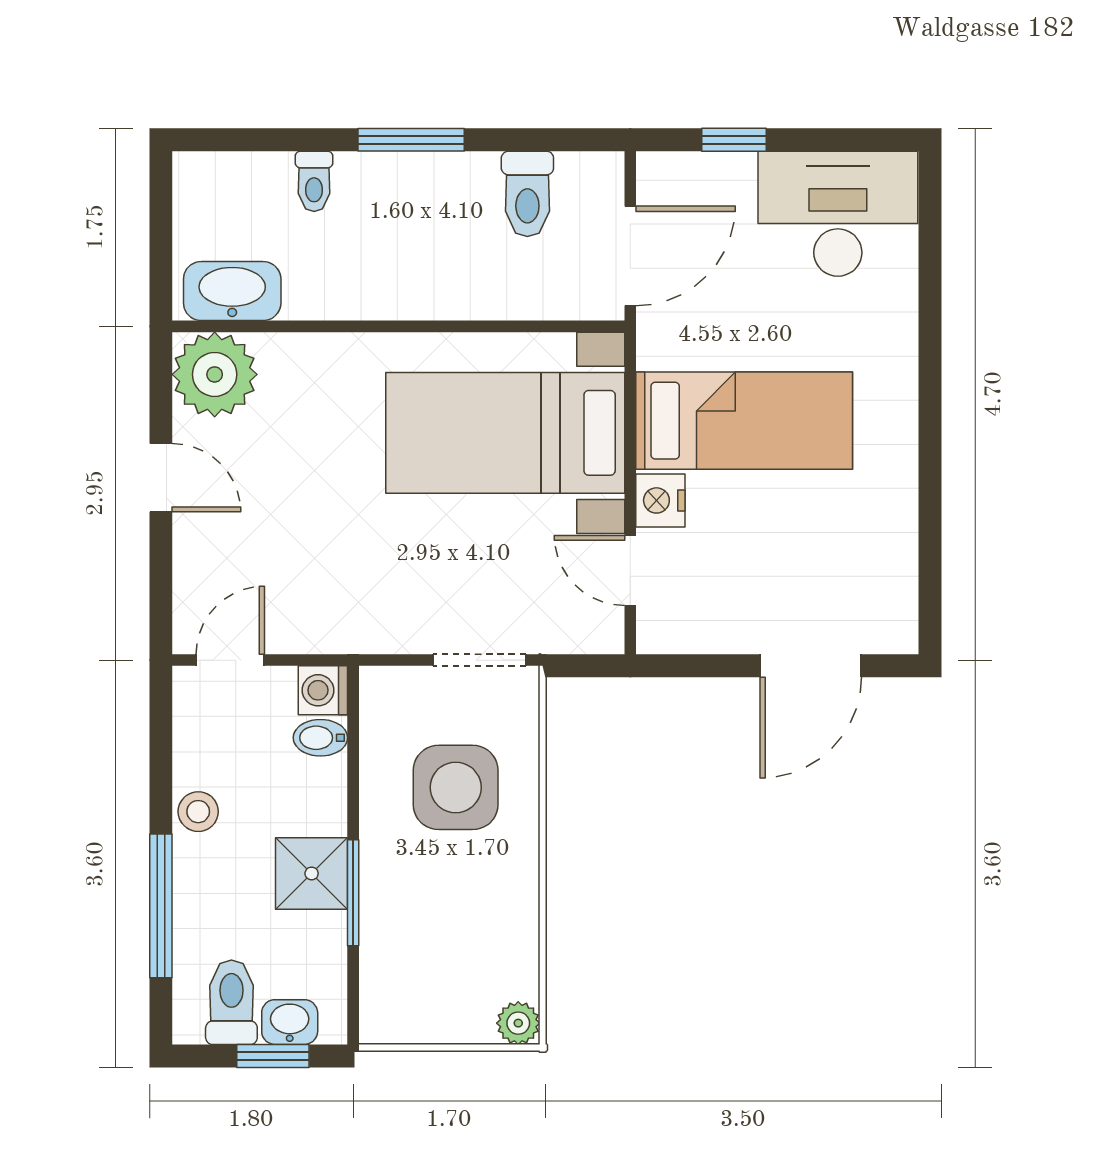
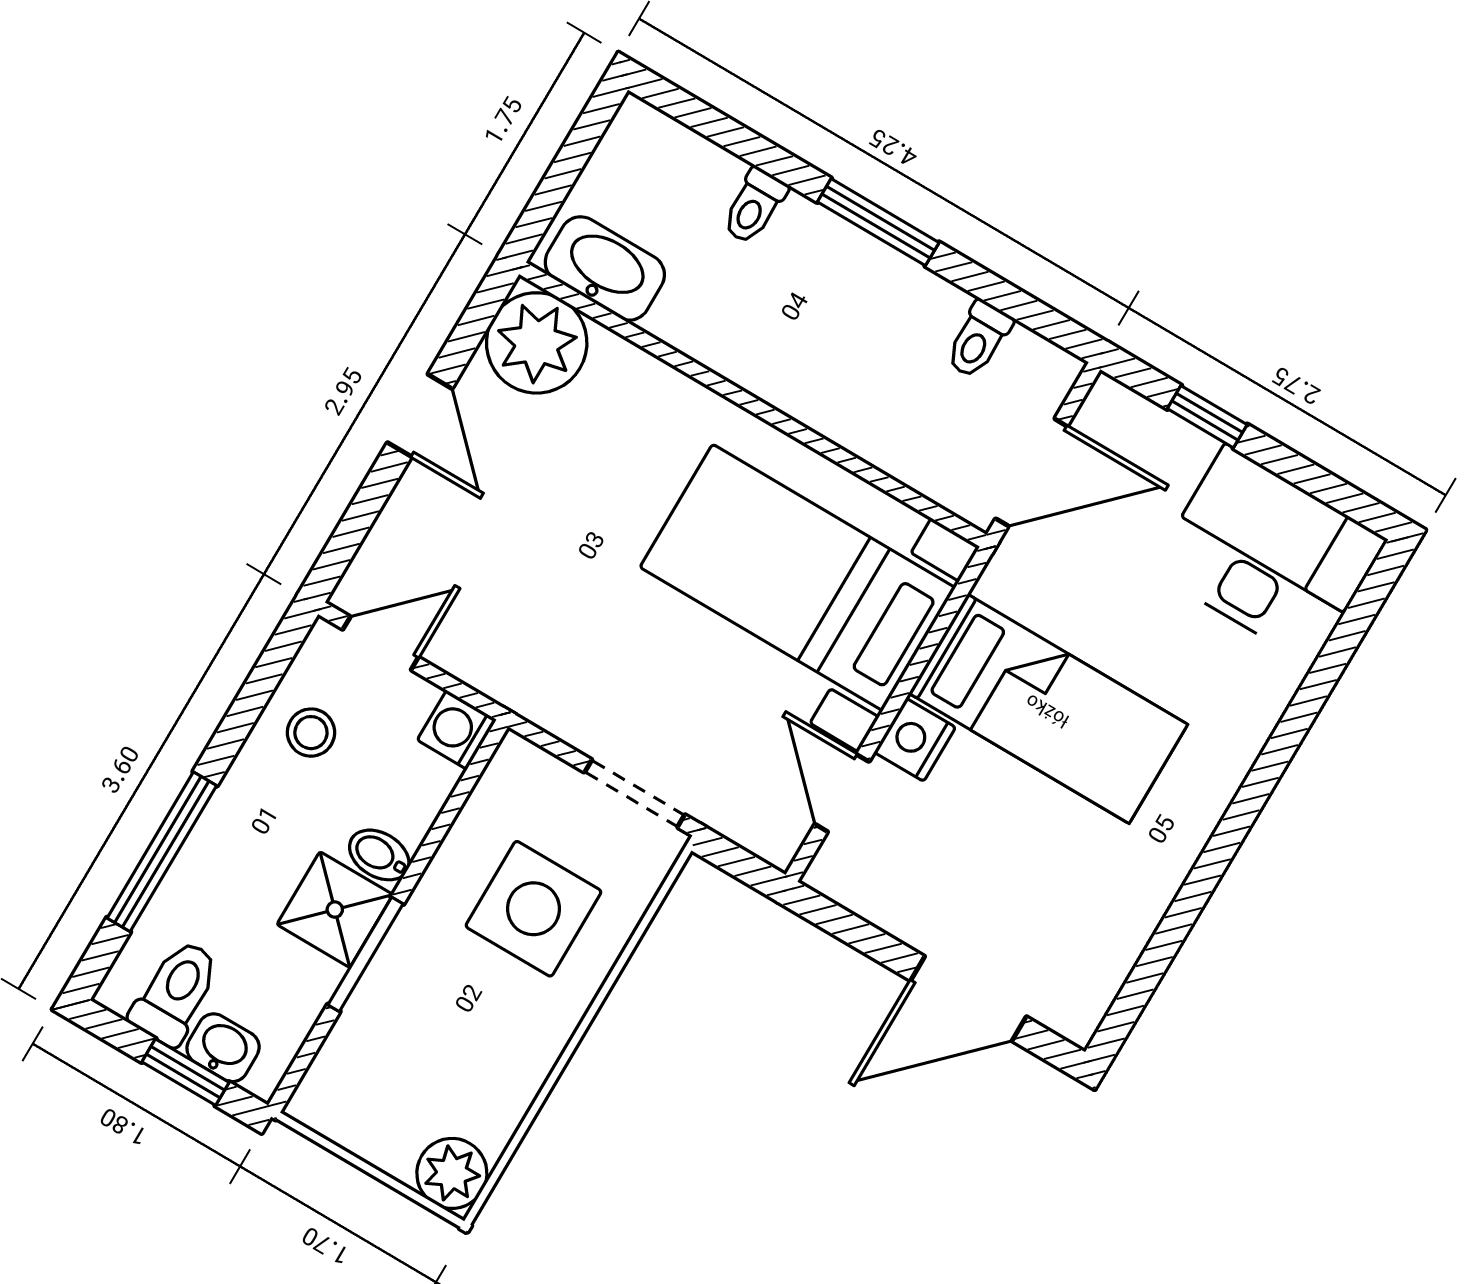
toilet: (527, 194) -> (978, 339), width x0.73, depth x0.72
bidet: (320, 738) -> (379, 855), moved
stool: (198, 812) -> (311, 733), moved
plant: (518, 1023) -> (452, 1173), width x1.38, depth x1.38

